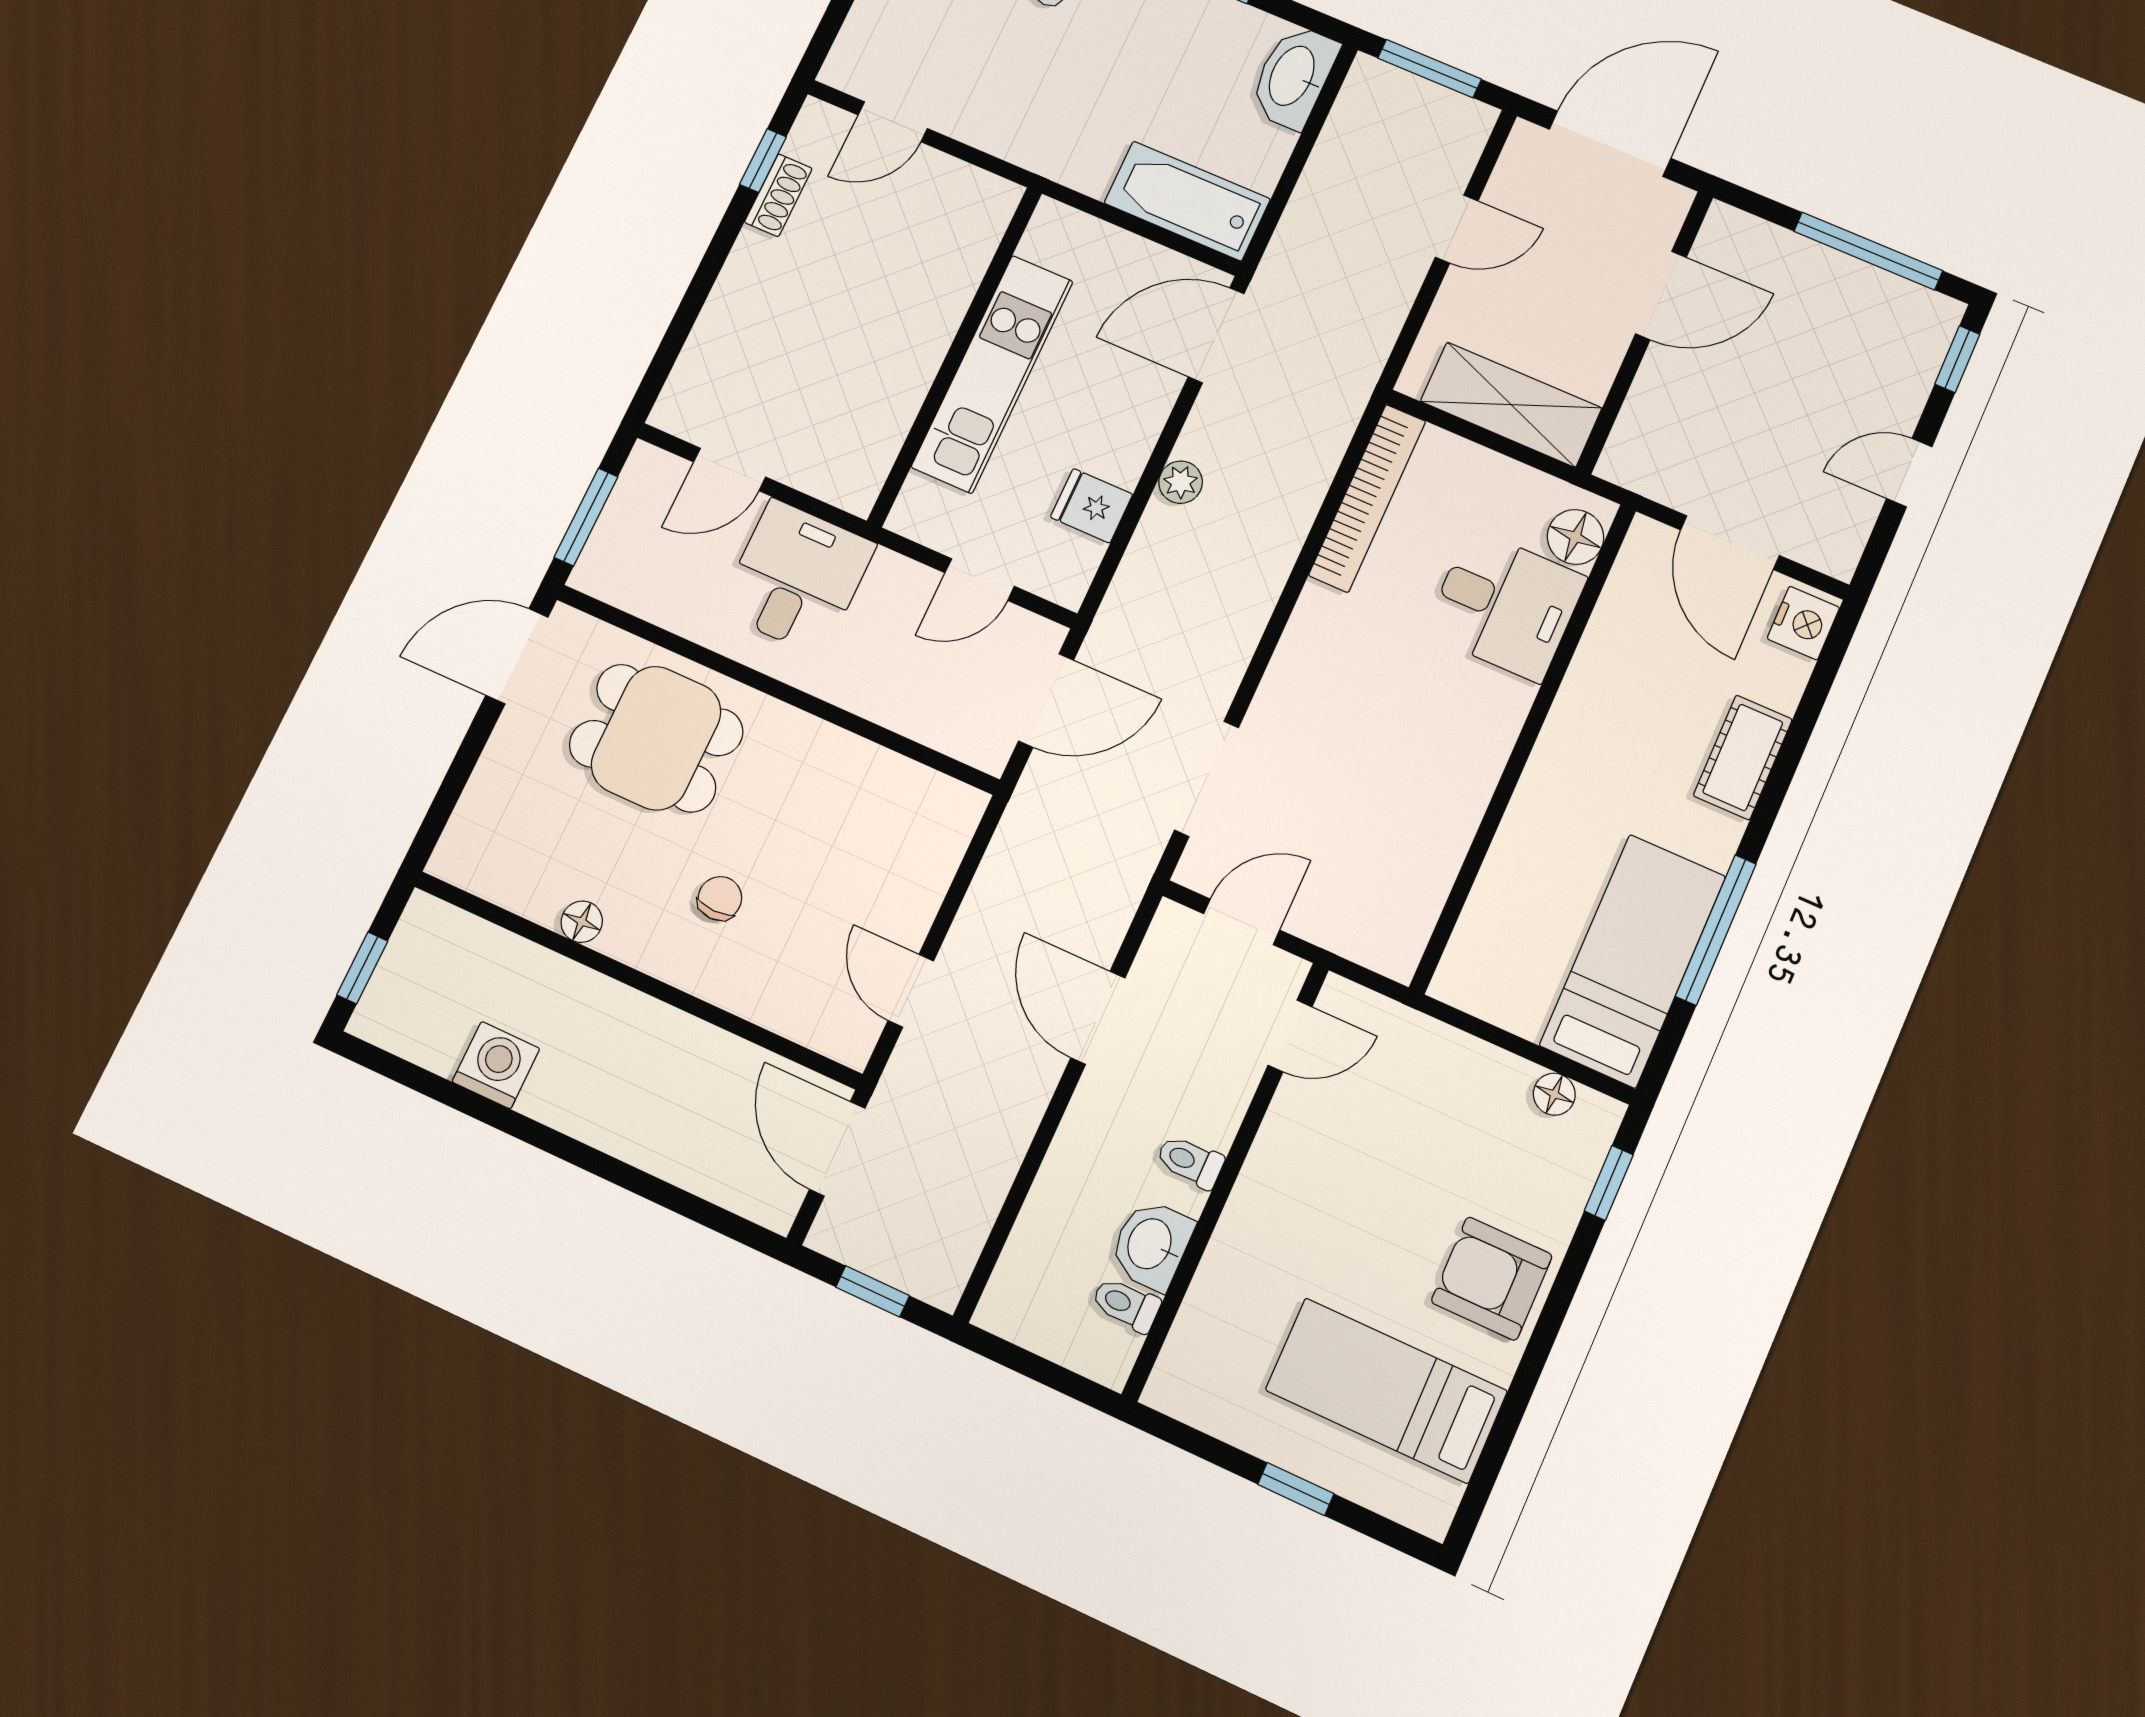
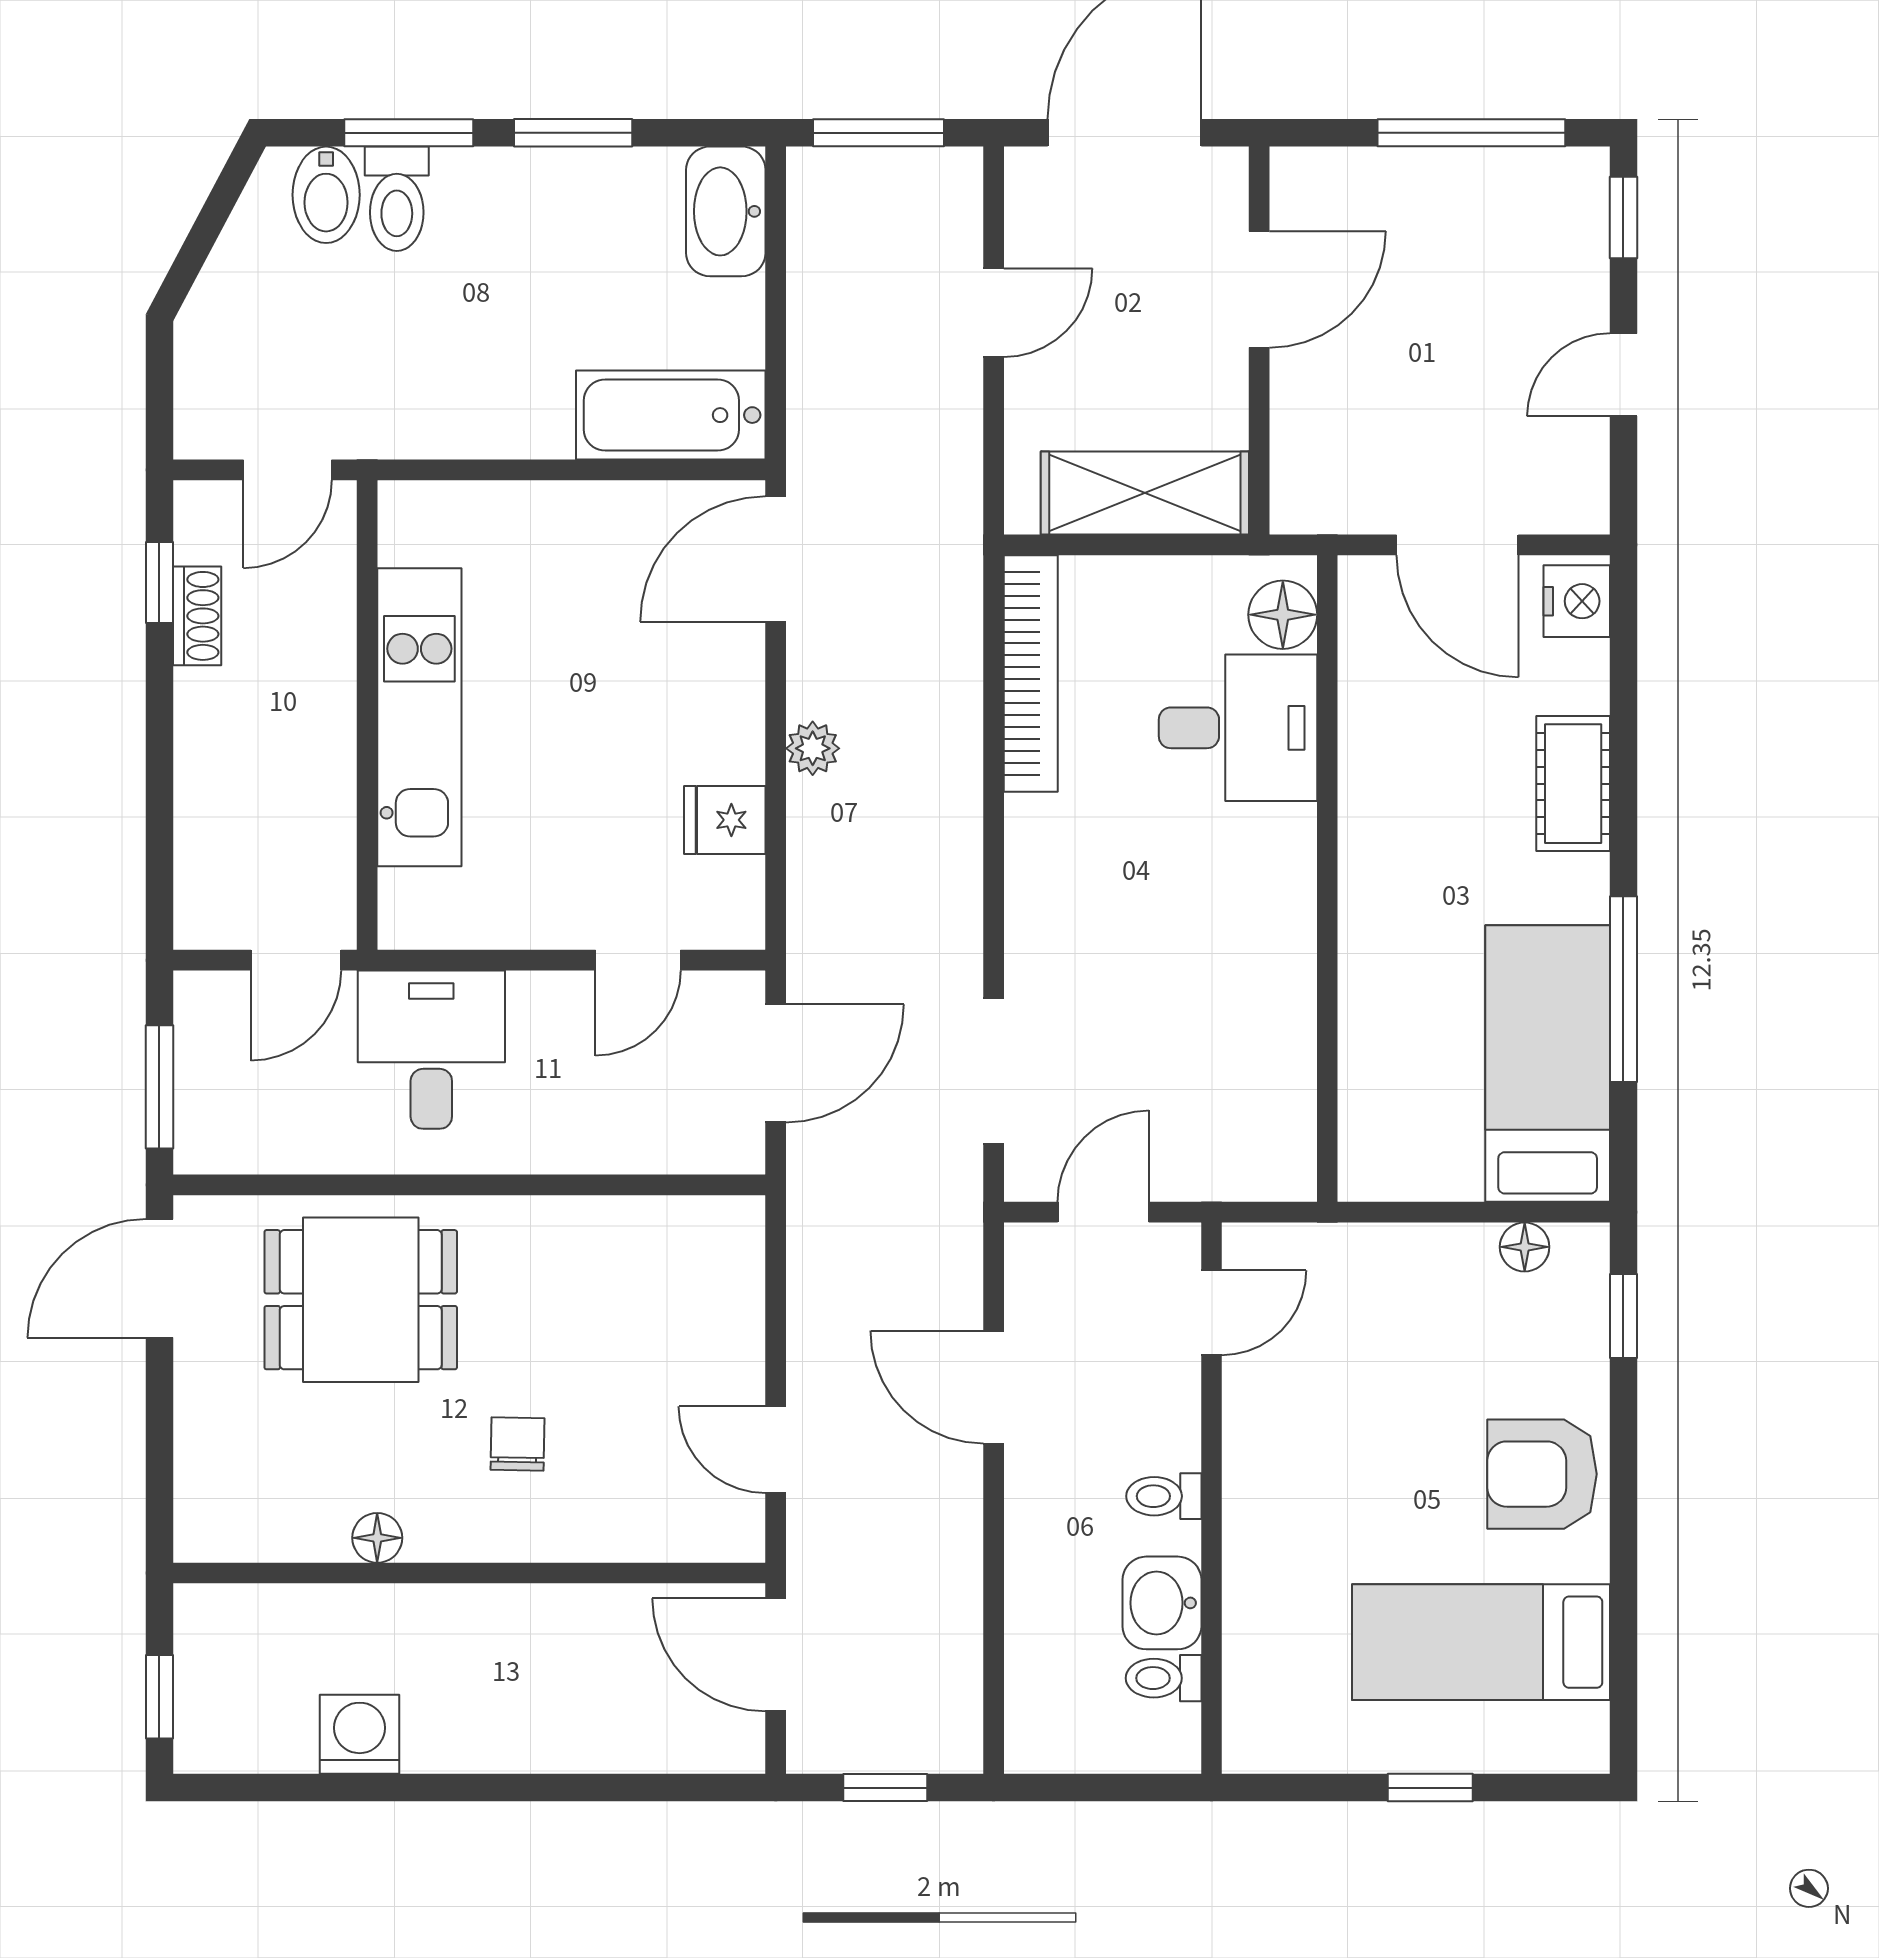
wall: (955, 356) -> (367, 715), moved
kitchen unit: (992, 374) -> (419, 717), moved

